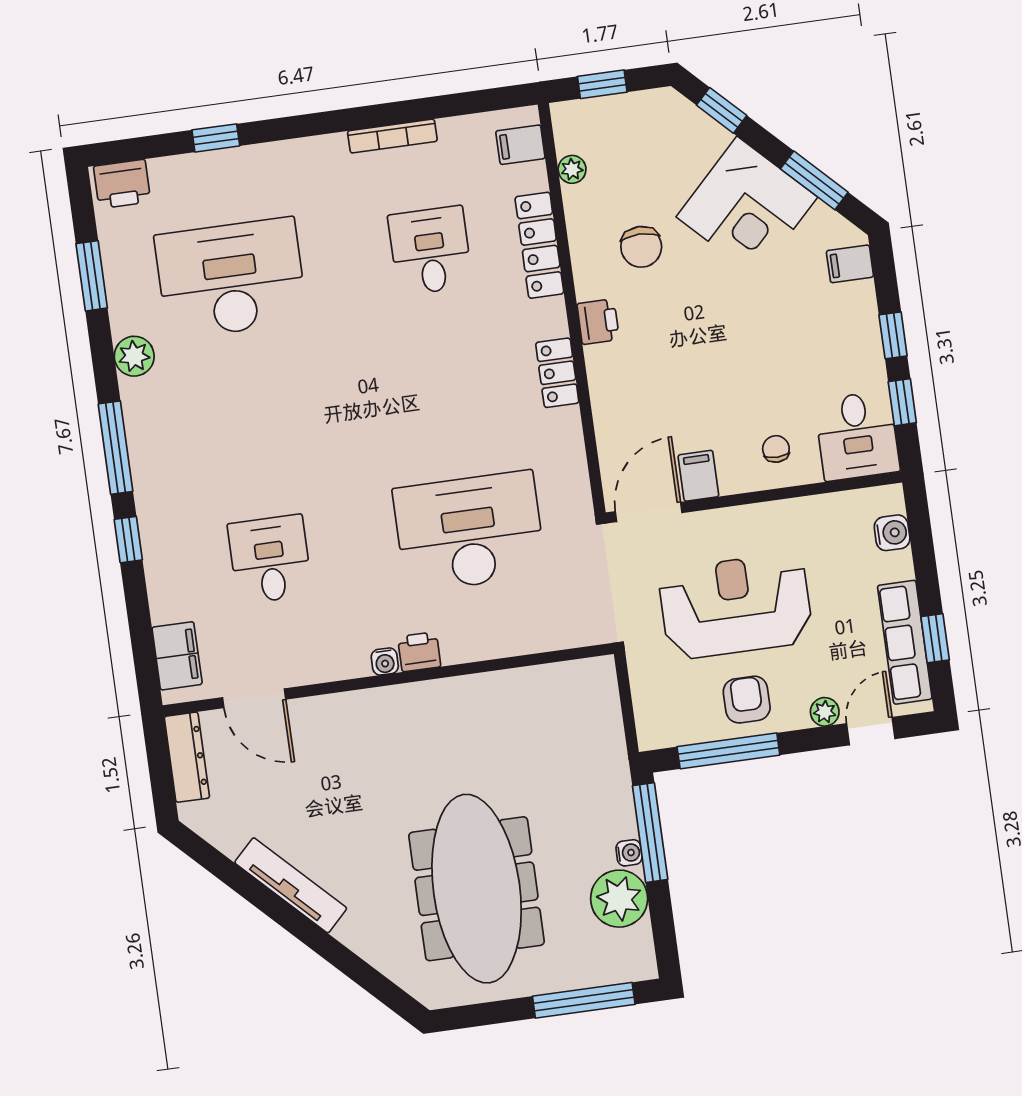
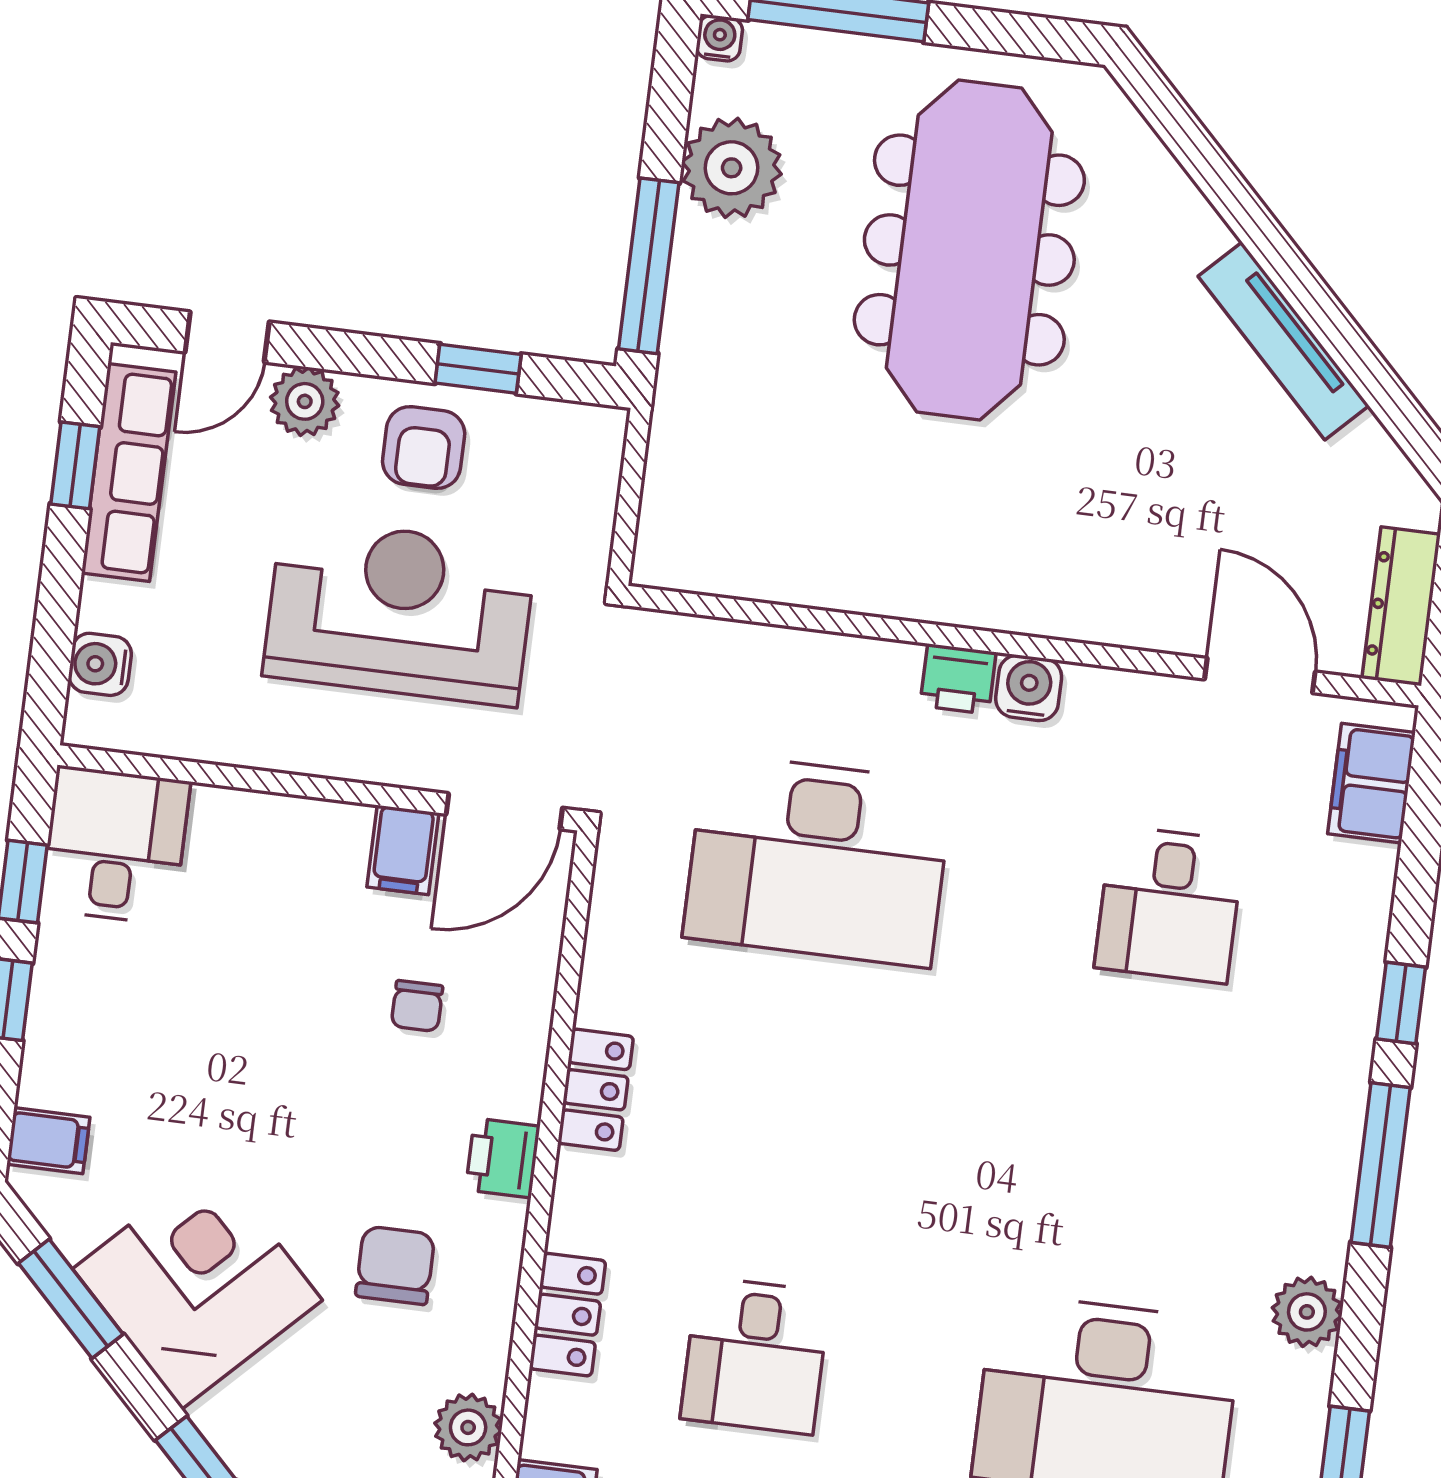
plant: (572, 169) -> (468, 1427), width x1.38, depth x1.38
locker: (539, 245) -> (568, 1315), width x0.66
chair: (776, 449) -> (417, 1006), moved
reception desk: (736, 606) -> (399, 612), turned 180
water cooler: (385, 662) -> (1029, 688), width x1.38, depth x1.38
plant: (825, 712) -> (305, 401), width x1.38, depth x1.38
window: (728, 751) -> (478, 369), width x0.46
water cooler: (629, 853) -> (719, 38), moved, turned 90

